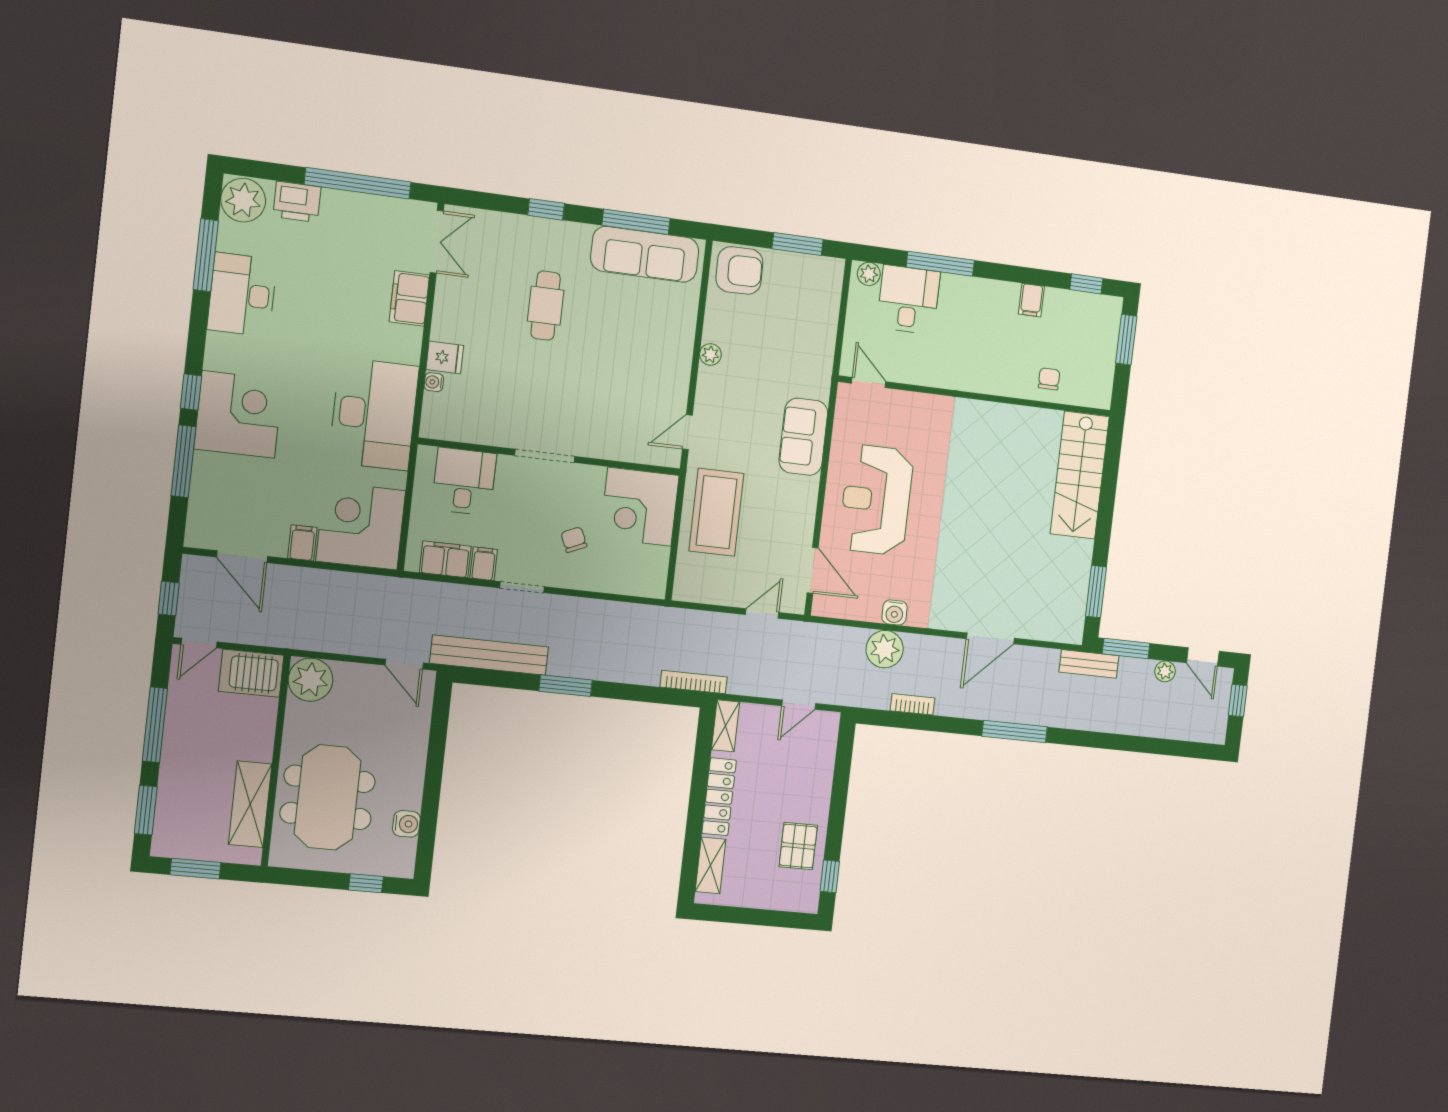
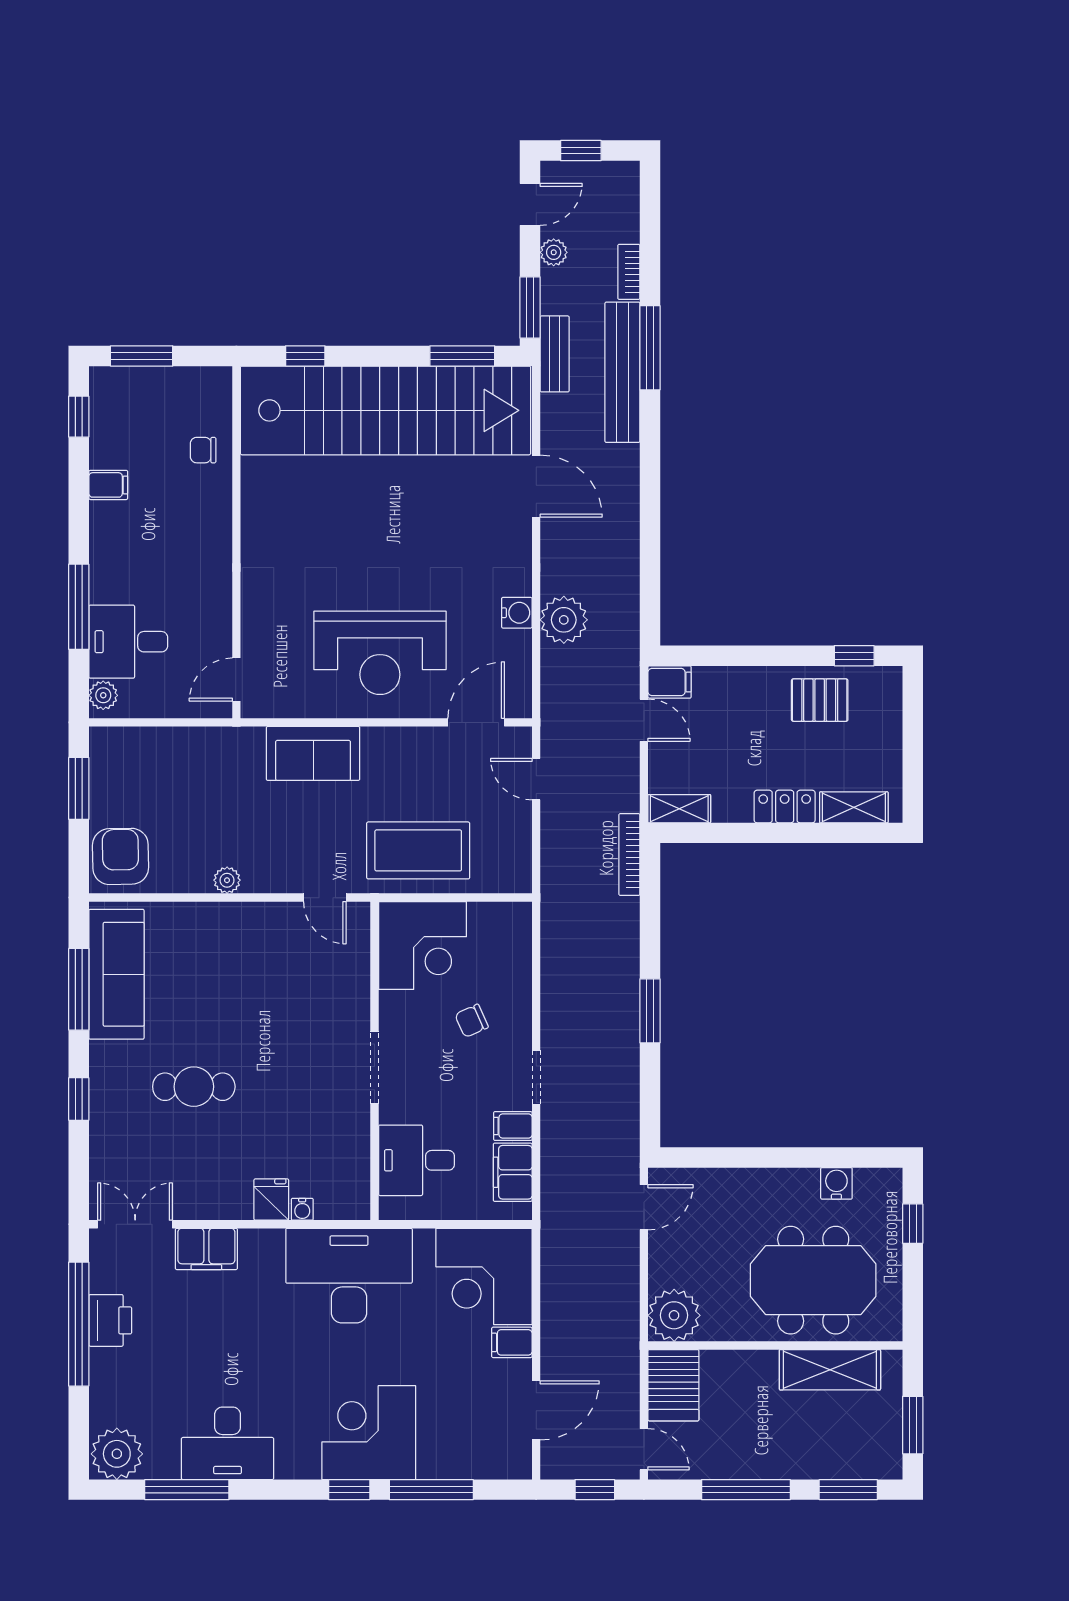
printer: (297, 202) -> (110, 1320), moved
window: (1111, 468) -> (305, 356), added
stairs: (1080, 475) -> (385, 410), width x1.86, depth x1.51
bench: (489, 655) -> (622, 372), moved
bookcase: (913, 704) -> (629, 272), moved
filing cabinet: (826, 728) -> (670, 682), added
window: (1015, 732) -> (650, 348), moved
locker: (719, 797) -> (785, 807), width x0.66

